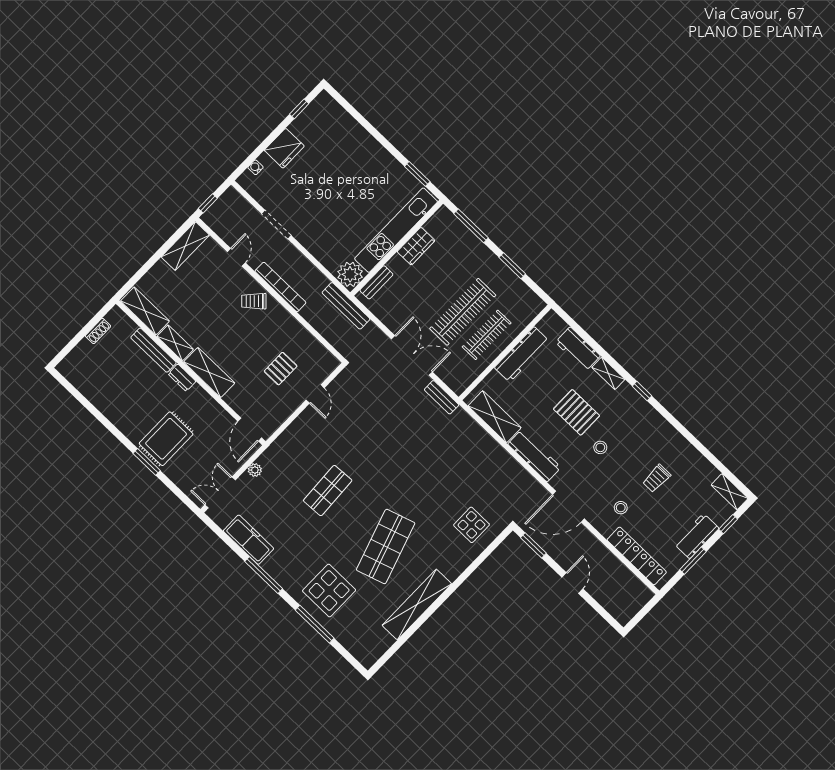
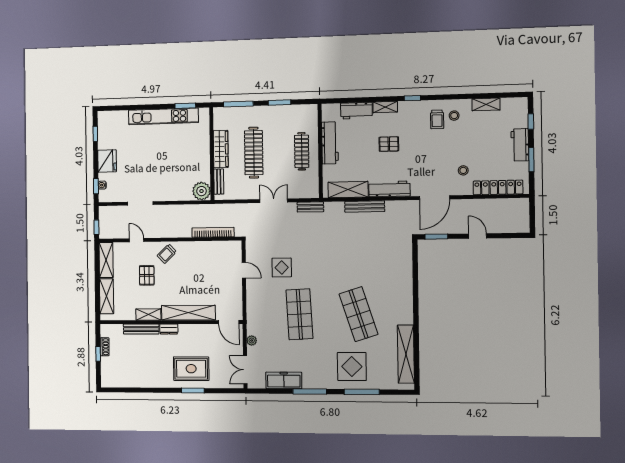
window: (248, 162) -> (96, 186), added
kitchen unit: (396, 230) -> (163, 116), moved, turned -90
wardrobe: (416, 246) -> (221, 149), width x1.50
bookcase: (280, 287) -> (213, 232), moved
bench: (346, 306) -> (365, 206), moved
shelving: (145, 311) -> (107, 296), moved, turned 90
clothes rail: (463, 312) -> (254, 153), moved
window: (84, 332) -> (98, 354), added
double door: (412, 355) -> (274, 201), width x0.73
pallet: (281, 369) -> (147, 275), moved
shelving: (209, 373) -> (188, 313), width x1.47
pallet: (576, 412) -> (389, 144), width x0.67, depth x0.71
rug: (166, 439) -> (191, 369), turned 90
stool: (600, 447) -> (454, 116), moved
trolley: (657, 478) -> (437, 119), moved
shop shelf: (328, 491) -> (299, 314), width x1.43, depth x1.36
shelving: (730, 492) -> (486, 104), moved
display table: (471, 525) -> (282, 267), moved
shelving: (417, 605) -> (406, 354), moved

